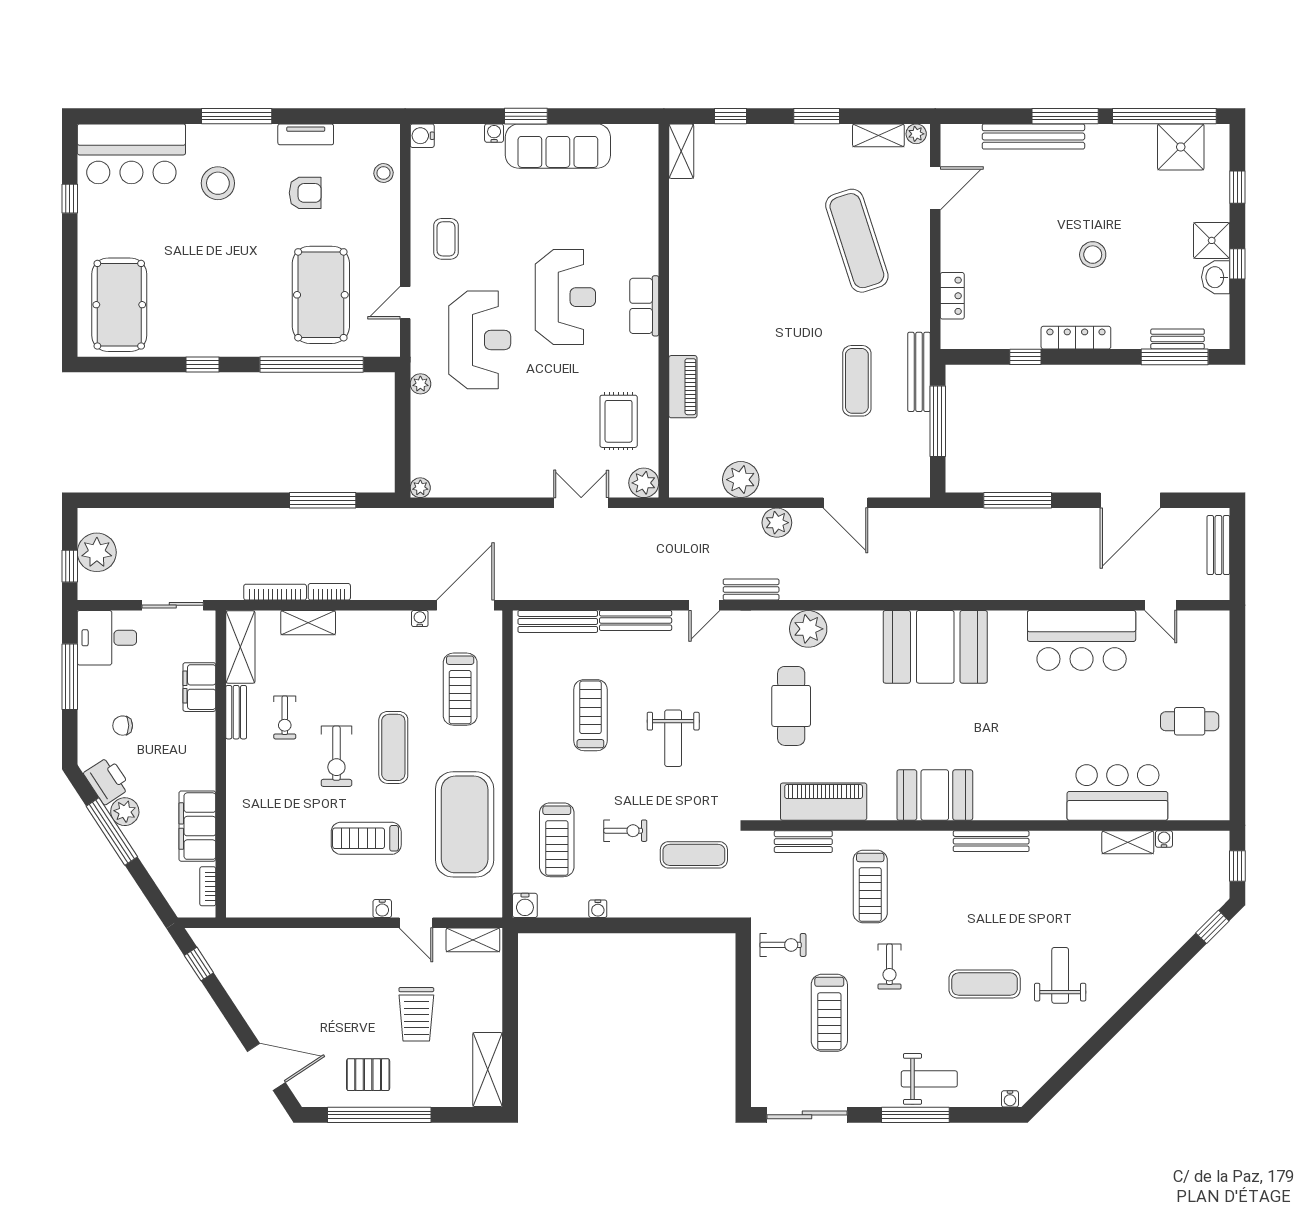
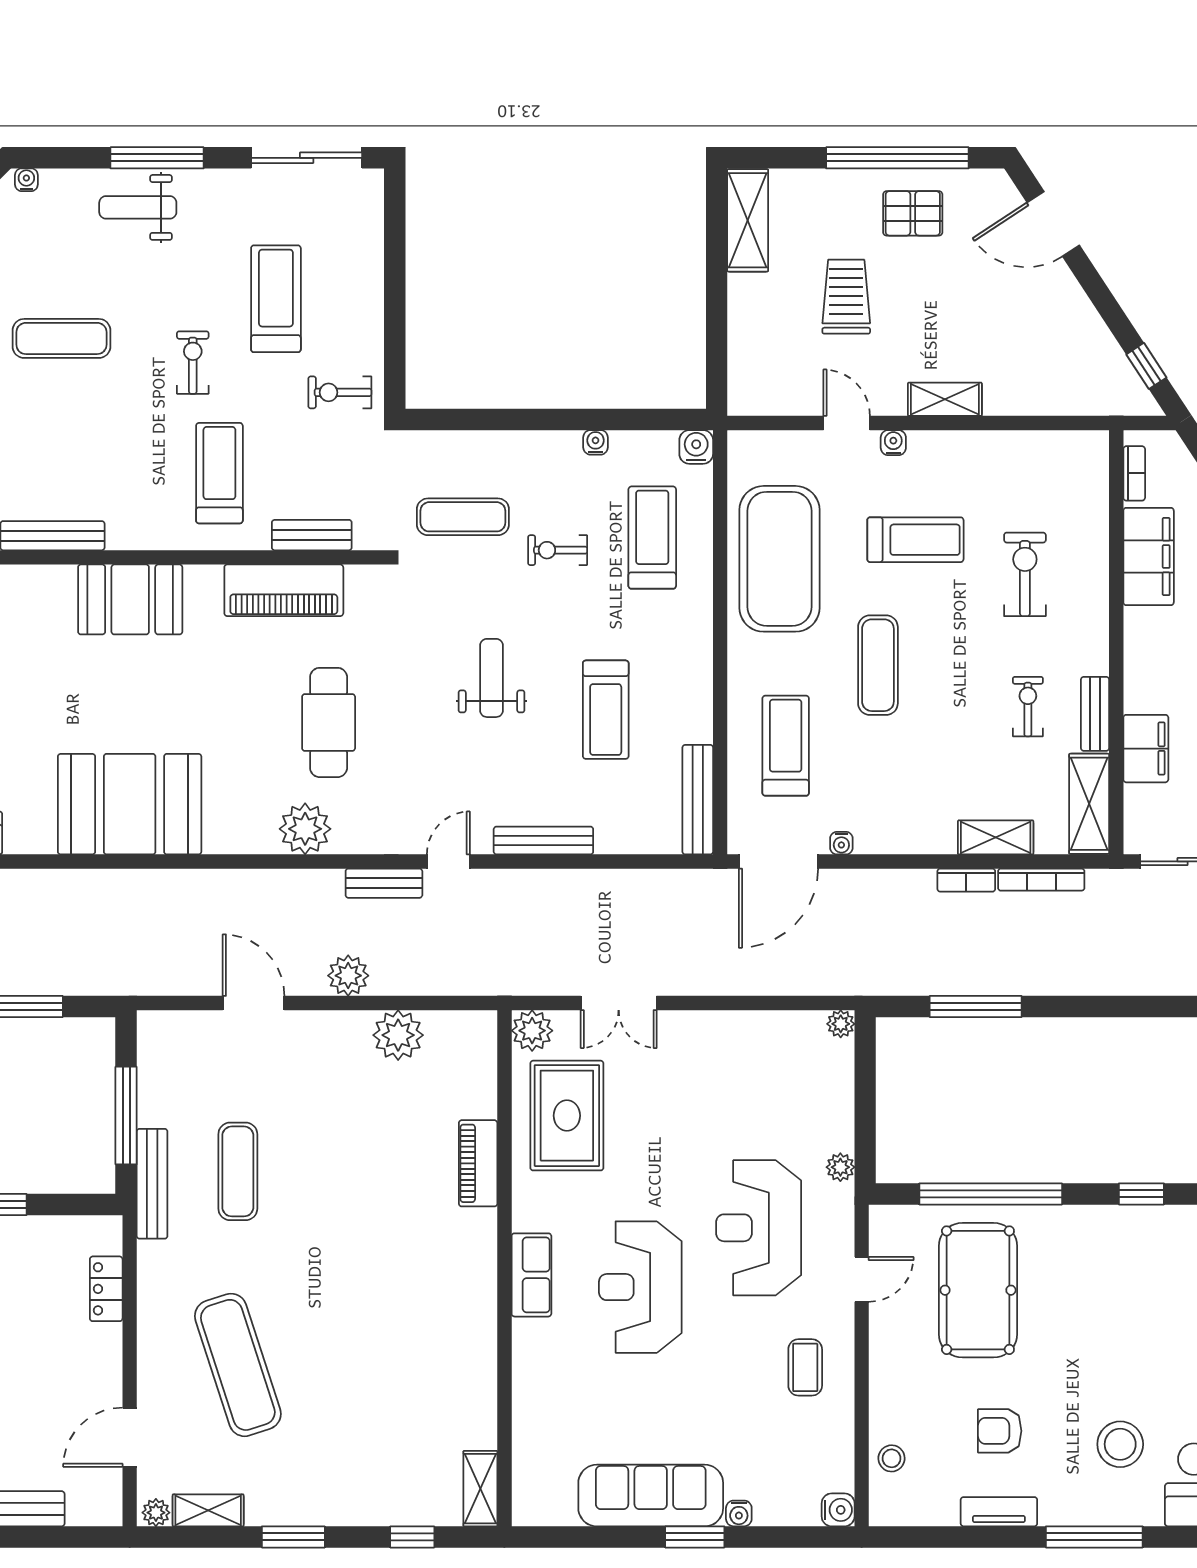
rug: (619, 421) -> (567, 1116), width x1.36, depth x1.43
bench: (558, 621) -> (698, 800), moved, turned 90
exercise bike: (336, 756) -> (1025, 574), moved
shelving: (473, 940) -> (945, 399), moved

